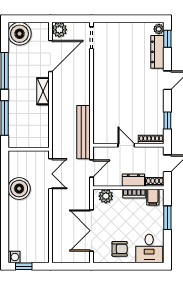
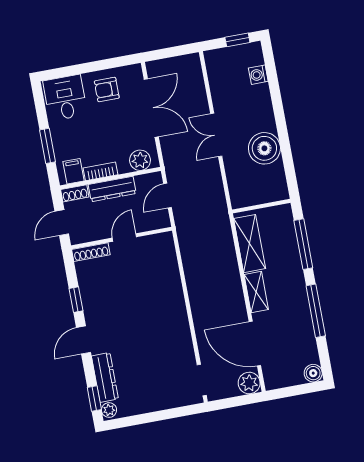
boiler: (20, 34) -> (313, 373), width x0.54, depth x0.54
door: (50, 56) -> (255, 344), hinge flipped
window: (167, 121) -> (76, 300), moved
shelving: (41, 125) -> (250, 244), added
bench: (83, 132) -> (188, 245), removed
door: (126, 145) -> (124, 237), swing flipped
double door: (50, 174) -> (216, 135), moved
dresser: (133, 180) -> (112, 189), width x1.44
washing machine: (14, 257) -> (258, 75), moved

